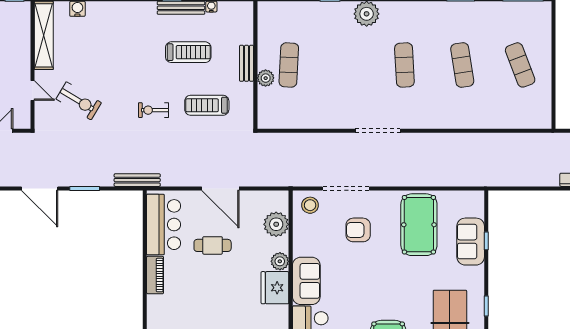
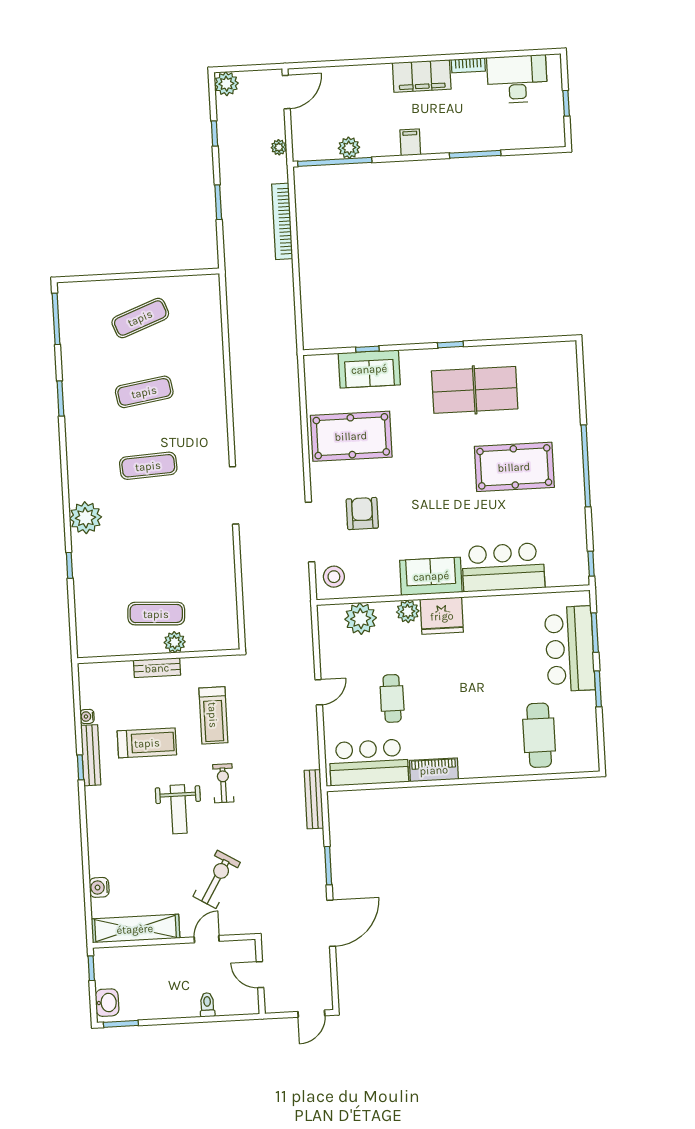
treadmill: (188, 52) -> (147, 743), turned 90
weight bench: (135, 74) -> (179, 809), added
exercise bike: (153, 110) -> (223, 783), turned 180
door: (220, 188) -> (319, 692), width x0.53
armchair: (358, 230) -> (362, 514), turned 180

